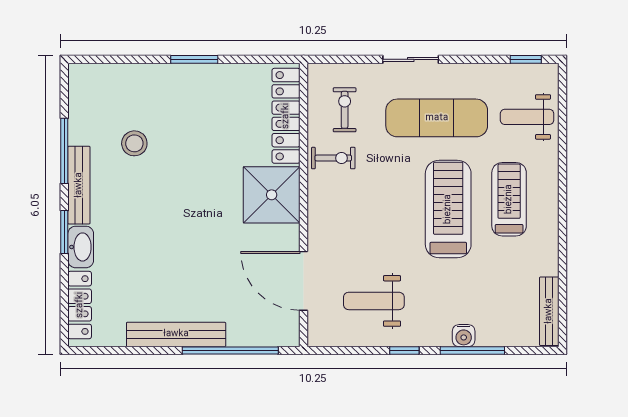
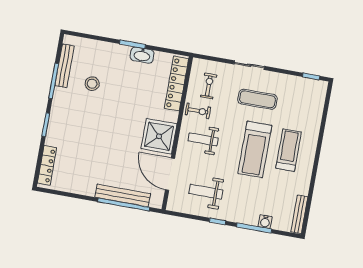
weight bench: (527, 117) -> (203, 139), moved
exercise mat: (437, 118) -> (257, 99), width x0.73, depth x0.69
bench: (79, 185) -> (65, 66), moved
shower: (272, 195) -> (159, 136), moved
treadmill: (448, 209) -> (255, 149), turned 180
washbasin: (81, 247) -> (142, 55), moved, turned 90
bench: (176, 334) -> (123, 195), moved
water cooler: (464, 336) -> (265, 222), moved

